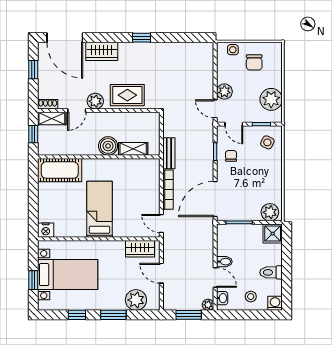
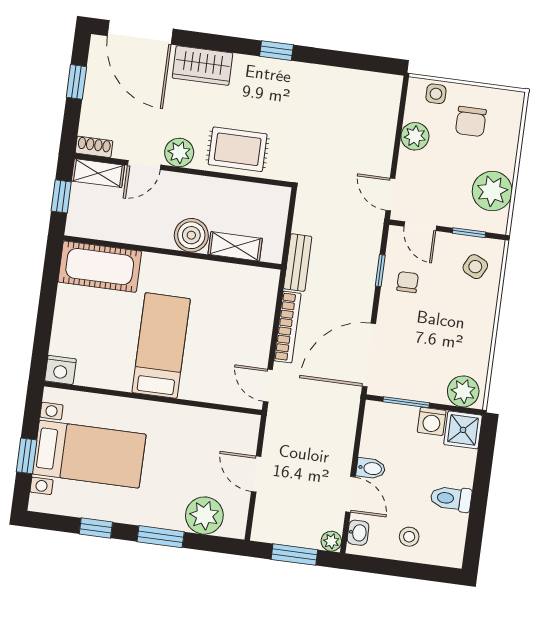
plant: (224, 92) -> (415, 136), moved
wardrobe: (140, 249) -> (224, 425), removed
washing machine: (275, 303) -> (432, 421), moved, turned 180

